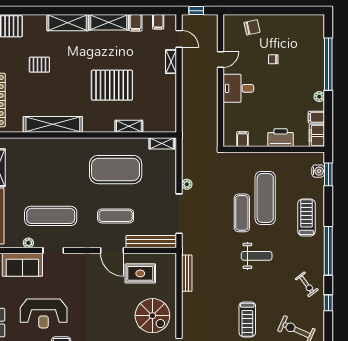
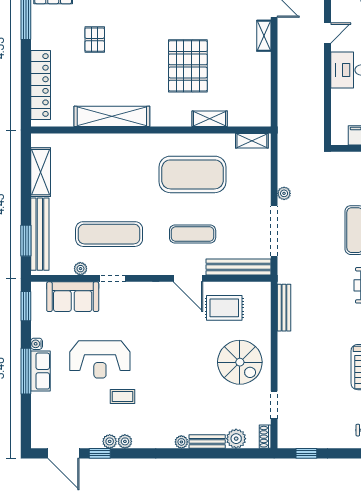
pallet: (39, 65) -> (95, 40), turned 90
pallet: (112, 85) -> (188, 66), turned 90

